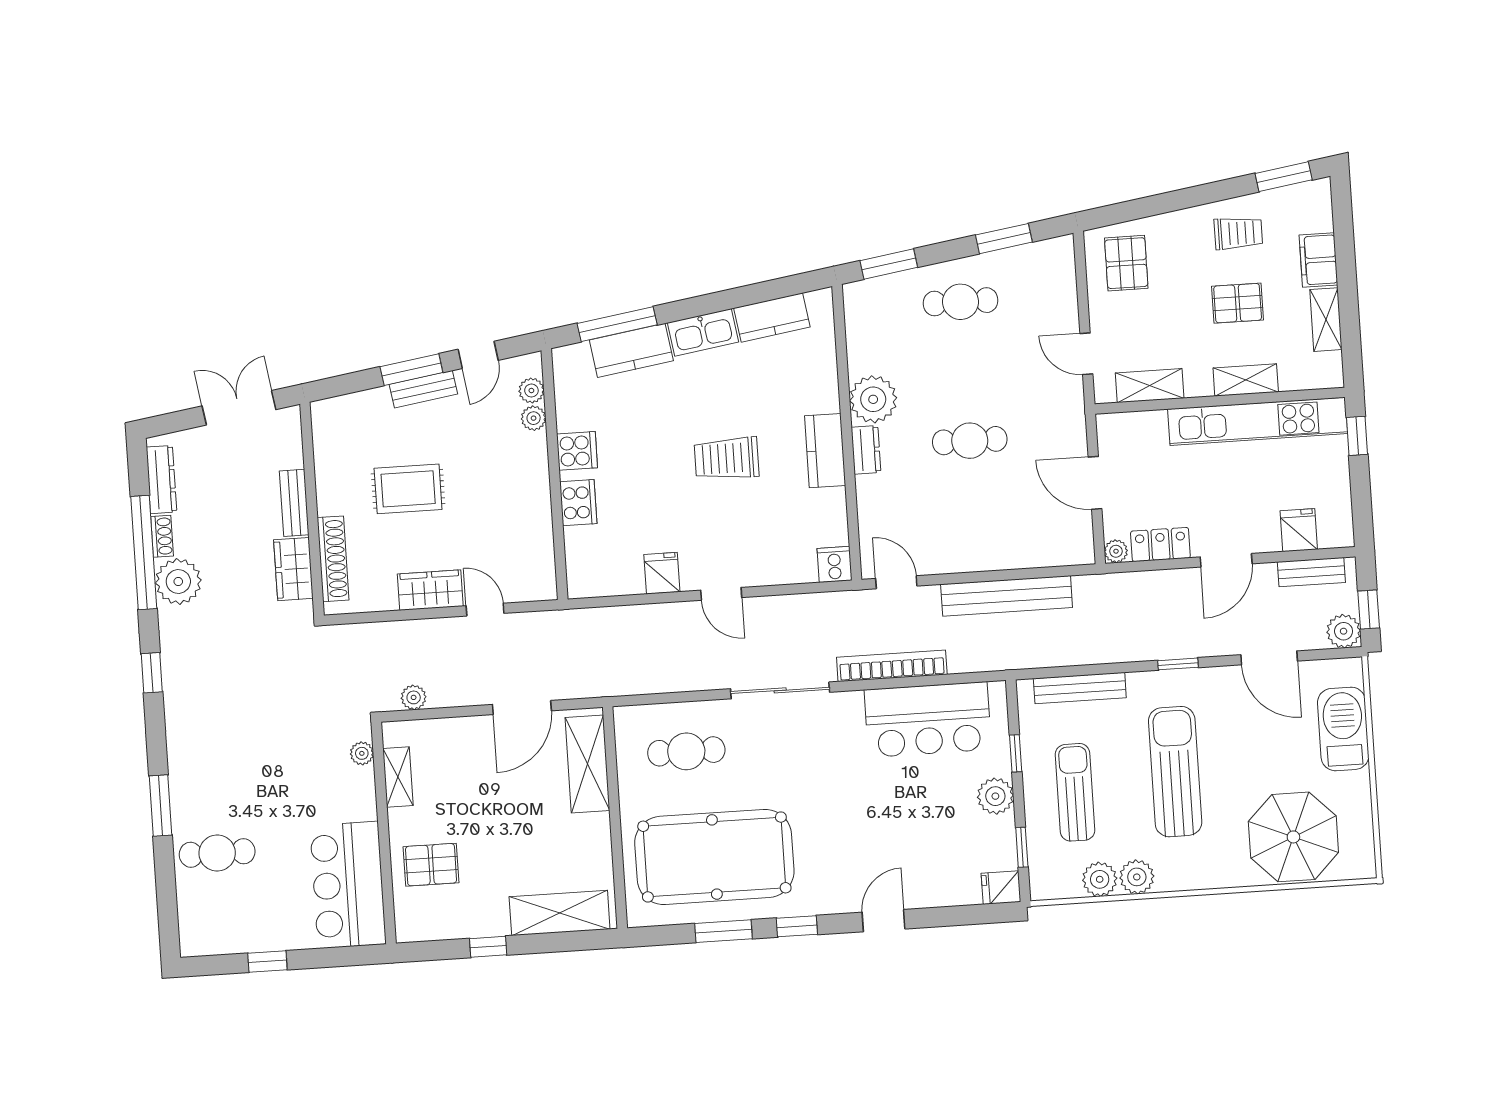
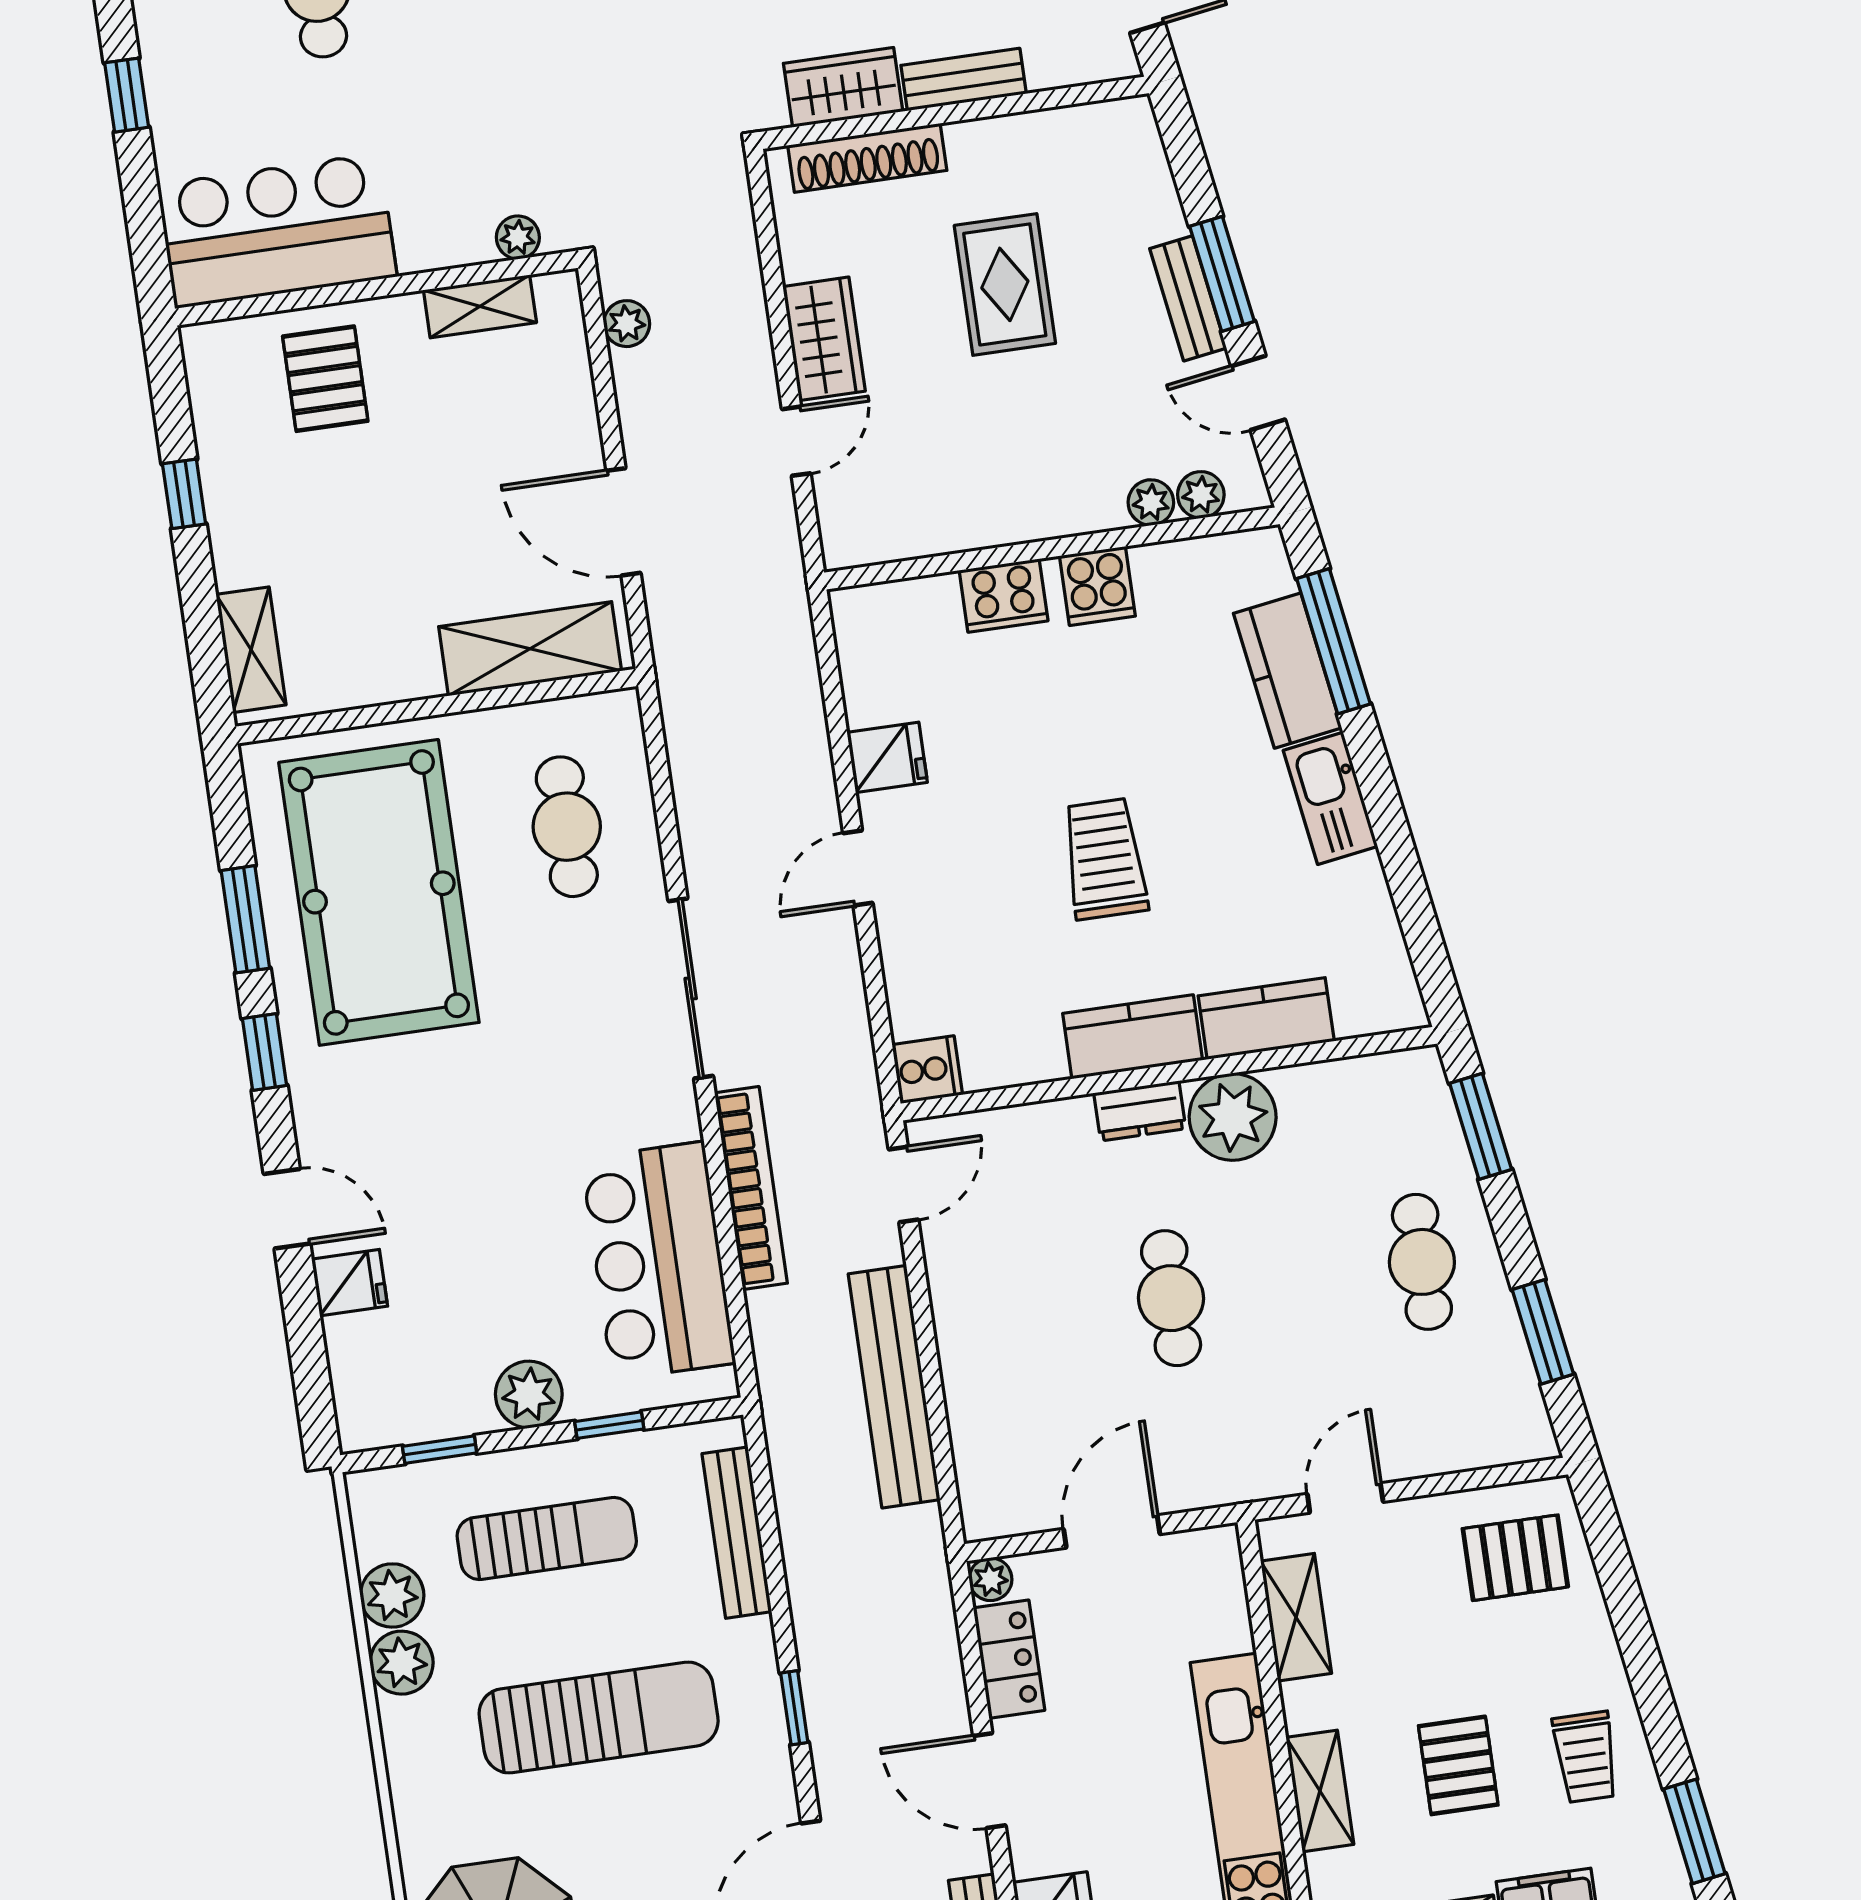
kitchen counter: (772, 318) -> (1266, 1018), moved, turned 99
fridge: (1001, 888) -> (350, 1283), moved, turned 90
shelving: (560, 913) -> (251, 650), width x0.67, depth x0.75

